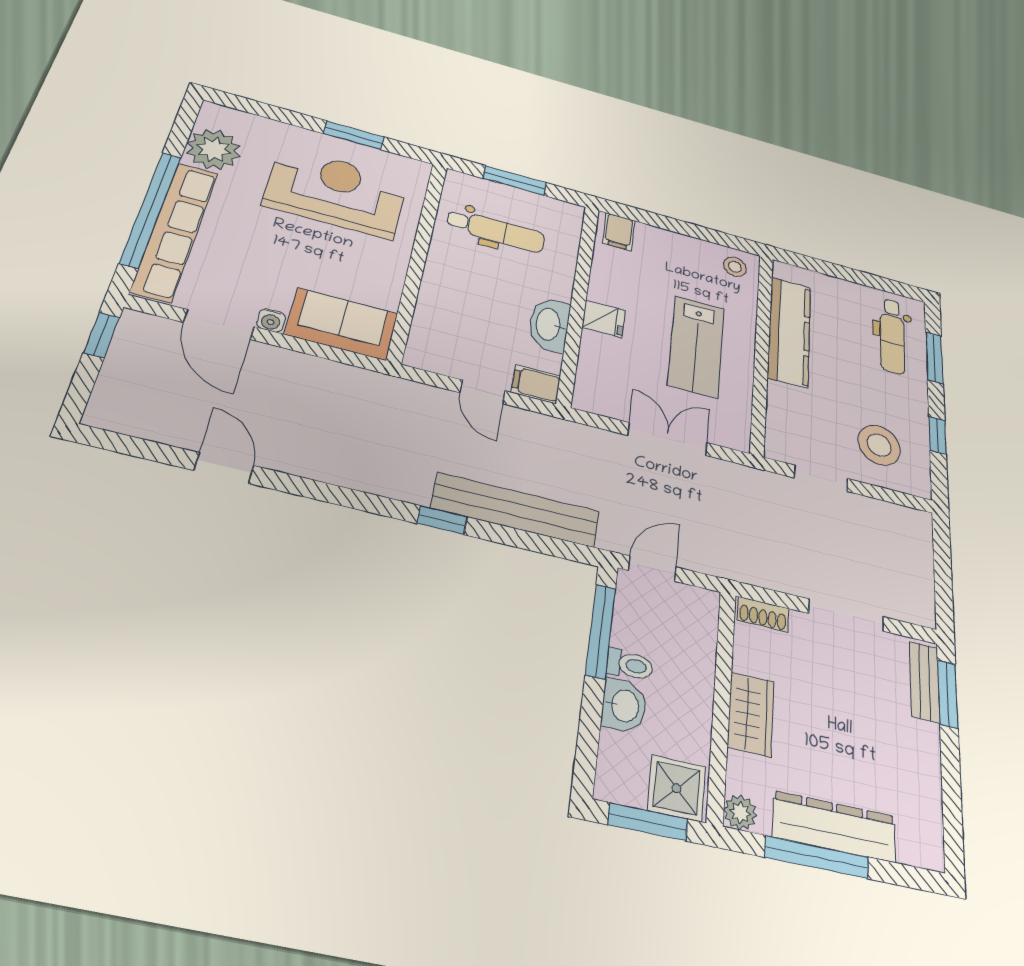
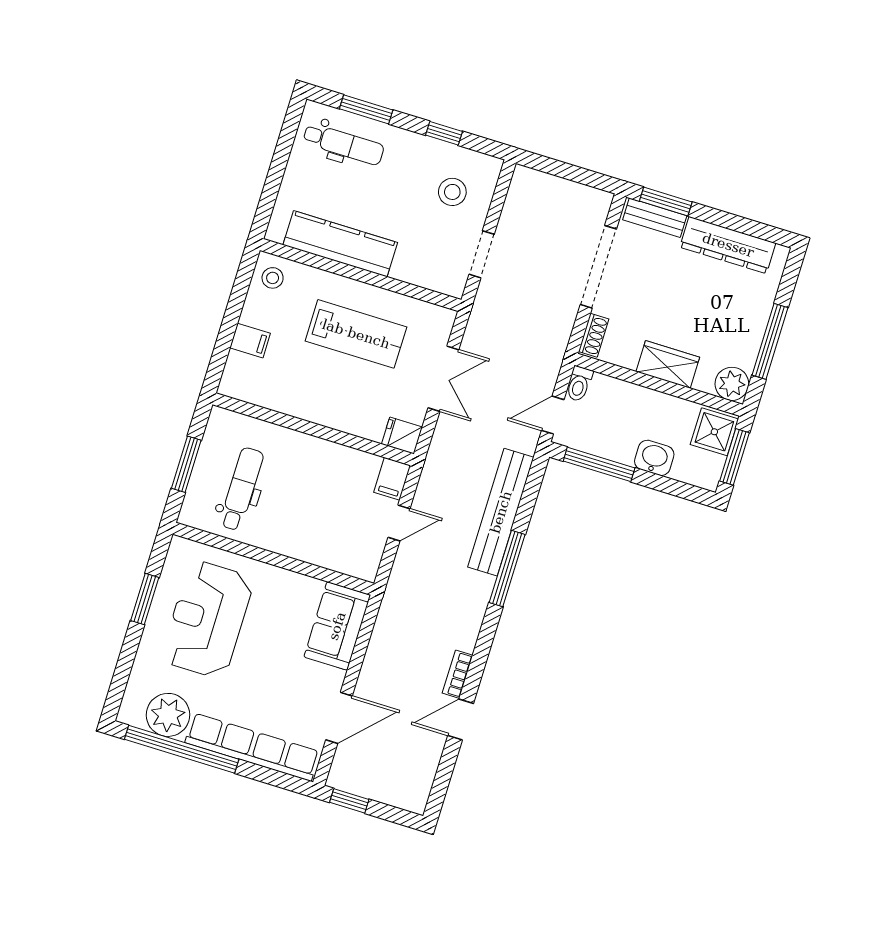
window: (151, 209) -> (182, 749), moved
filing cabinet: (619, 232) -> (250, 341), moved
fridge: (604, 319) -> (402, 436), moved, turned -90
water cooler: (271, 320) -> (335, 679), removed
washbasin: (549, 324) -> (336, 458), removed
double door: (668, 439) -> (443, 379), swing flipped
stool: (879, 445) -> (452, 192), width x0.73, depth x0.73
bookcase: (289, 463) -> (458, 674), added
window: (442, 520) -> (507, 568), width x2.17
door: (652, 569) -> (553, 415), hinge flipped
doorway: (846, 615) -> (598, 267), width x1.36
toilet: (630, 665) -> (579, 384), moved, turned 180
plant: (740, 812) -> (732, 384), width x1.38, depth x1.38
dresser: (834, 827) -> (728, 245), moved, turned -90

